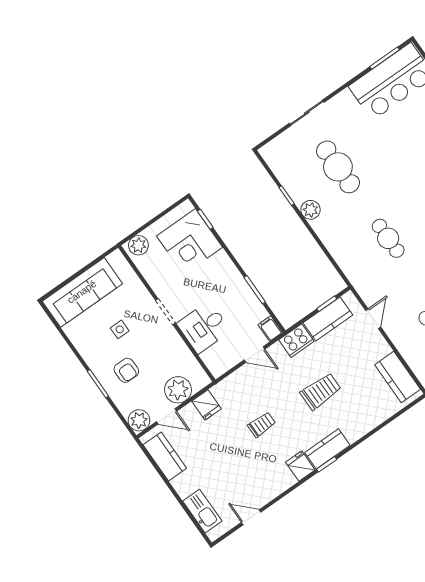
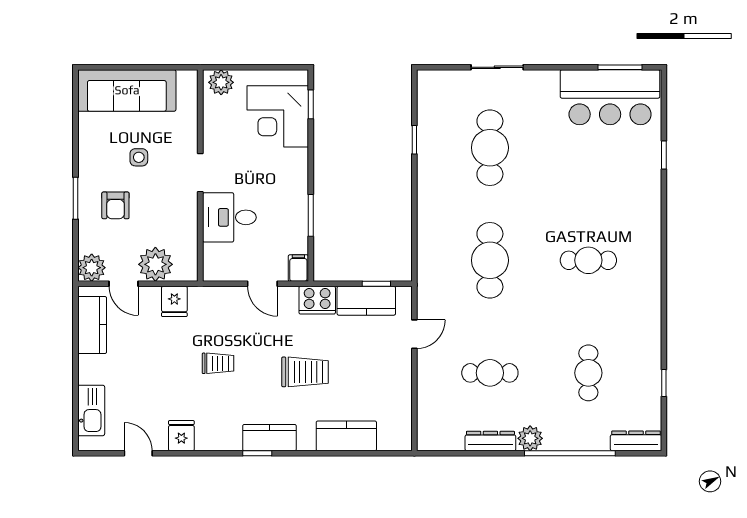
plant: (310, 210) -> (429, 173), removed
cafe table: (388, 238) -> (490, 260), width x1.37, depth x1.35
kitchen counter: (398, 377) -> (346, 436), moved, turned 90
fridge: (300, 466) -> (181, 436), moved

